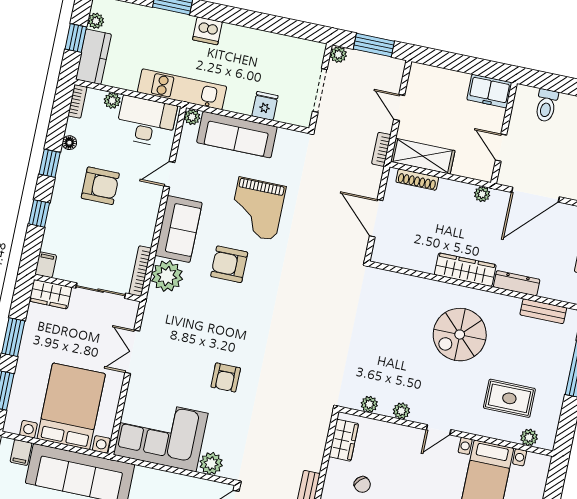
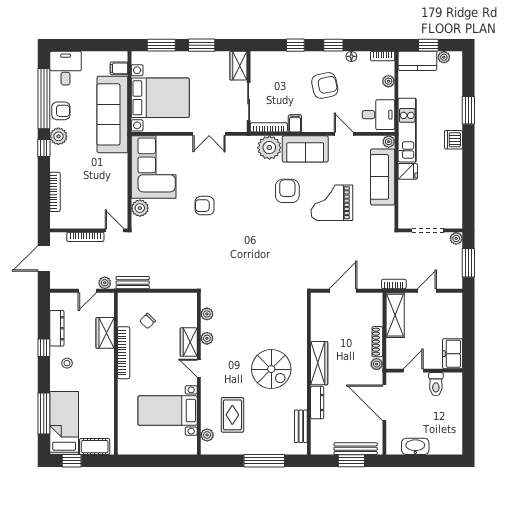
fridge: (265, 106) -> (408, 171), moved
toilet: (546, 106) -> (436, 384), moved, turned -90
desk: (146, 121) -> (378, 115), width x0.73
shoe rack: (417, 180) -> (377, 342), moved
armchair: (100, 186) -> (325, 85), turned -102
filing cabinet: (46, 265) -> (295, 123), moved, turned -90
spiral stairs: (460, 335) -> (271, 369), turned 180
double door: (132, 352) -> (209, 134), swing flipped
wardrobe: (344, 440) -> (189, 342), moved, turned 90

